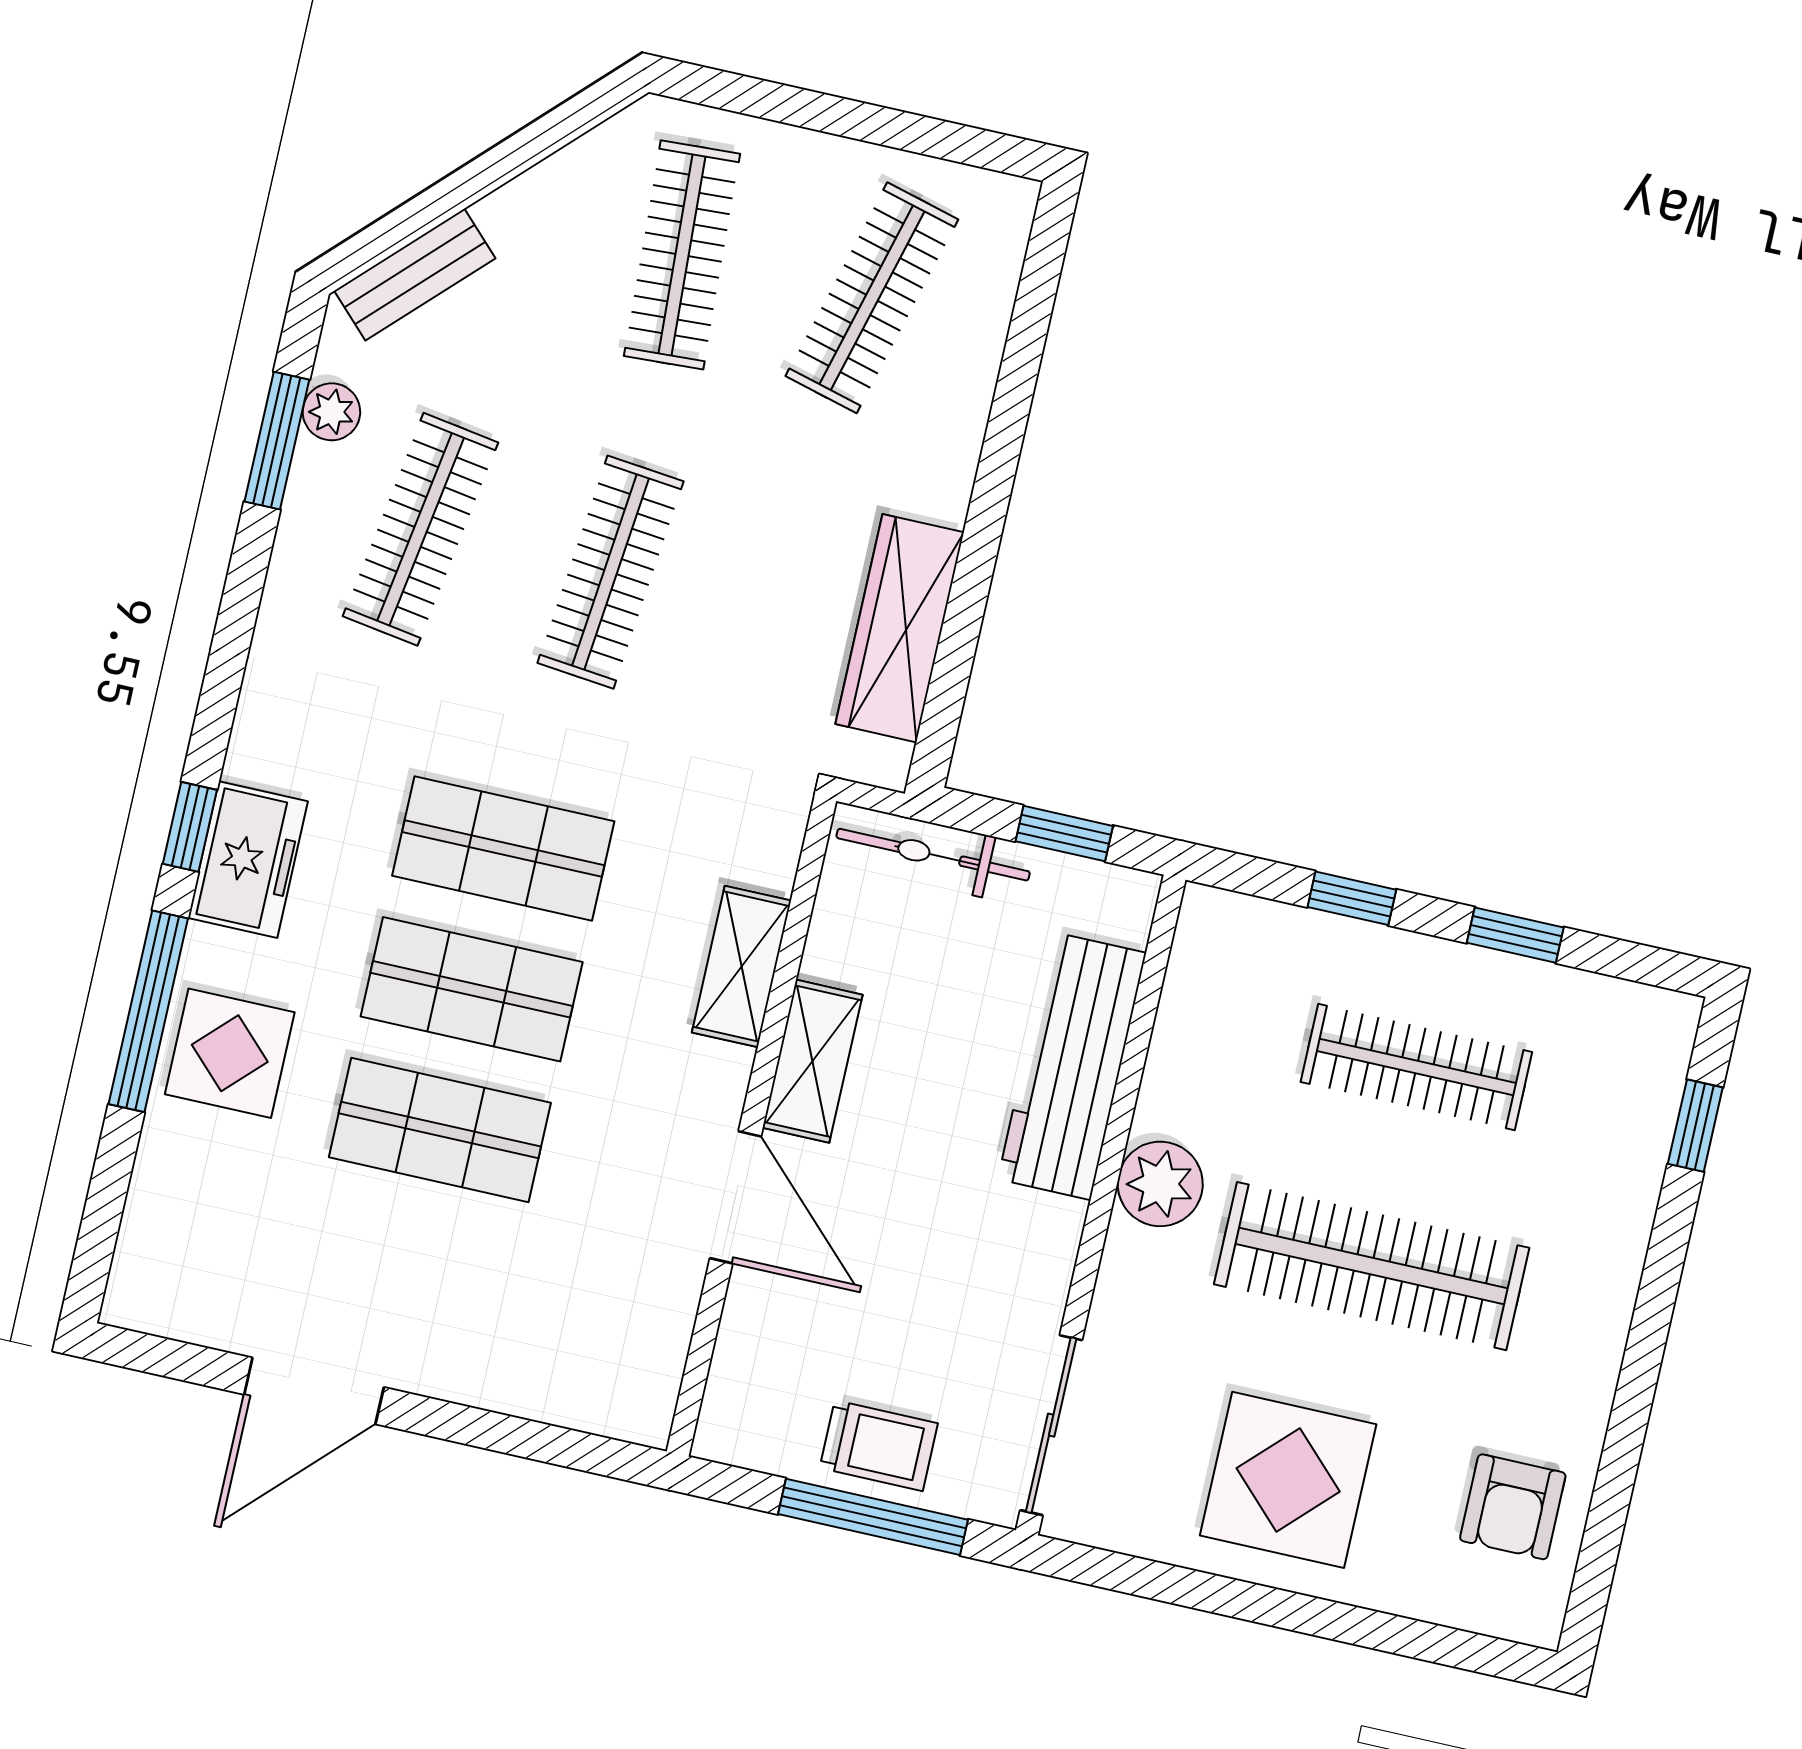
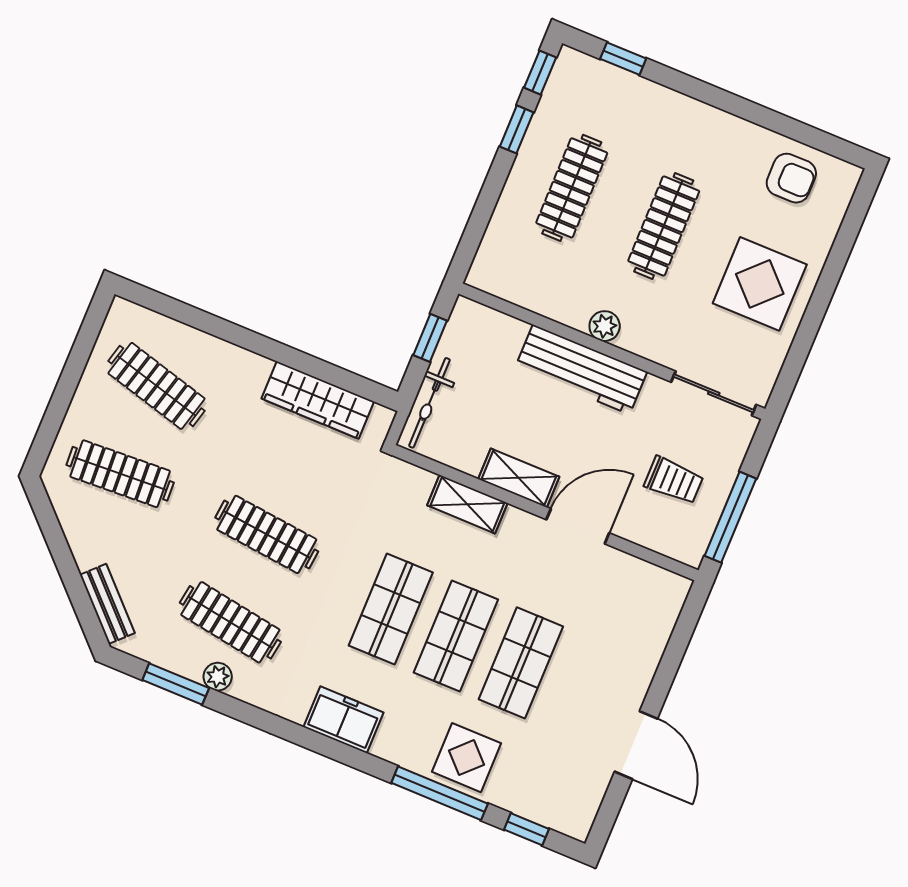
plant: (331, 412) -> (218, 677), moved
window: (190, 827) -> (526, 829), moved
freezer: (248, 860) -> (344, 720), moved
window: (1352, 898) -> (540, 73), moved
workbench: (1072, 1066) -> (581, 369), moved
plant: (1160, 1184) -> (605, 326), width x0.73, depth x0.73
clothes rail: (1372, 1266) -> (664, 226), width x0.73, depth x0.76
trolley: (879, 1446) -> (674, 480), moved, turned 90
window: (873, 1517) -> (730, 517), moved

